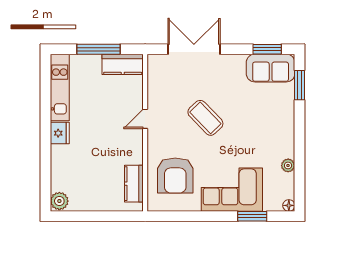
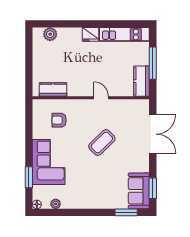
plant: (288, 165) -> (56, 204), moved
armchair: (175, 175) -> (59, 120), width x0.53, depth x0.53
plant: (59, 201) -> (50, 34), moved

